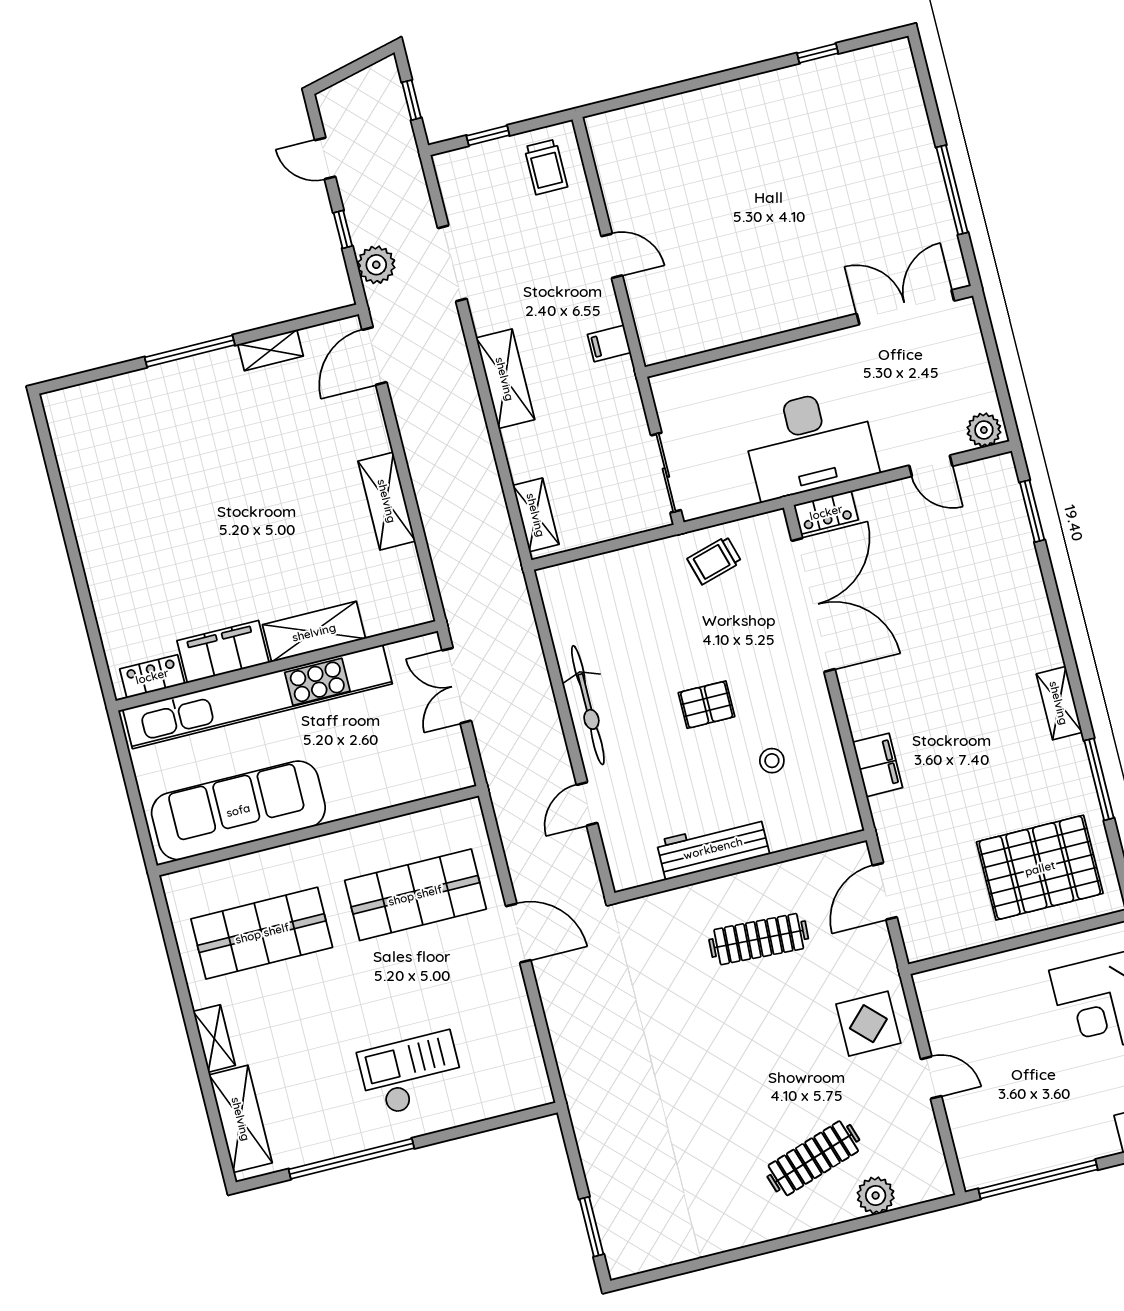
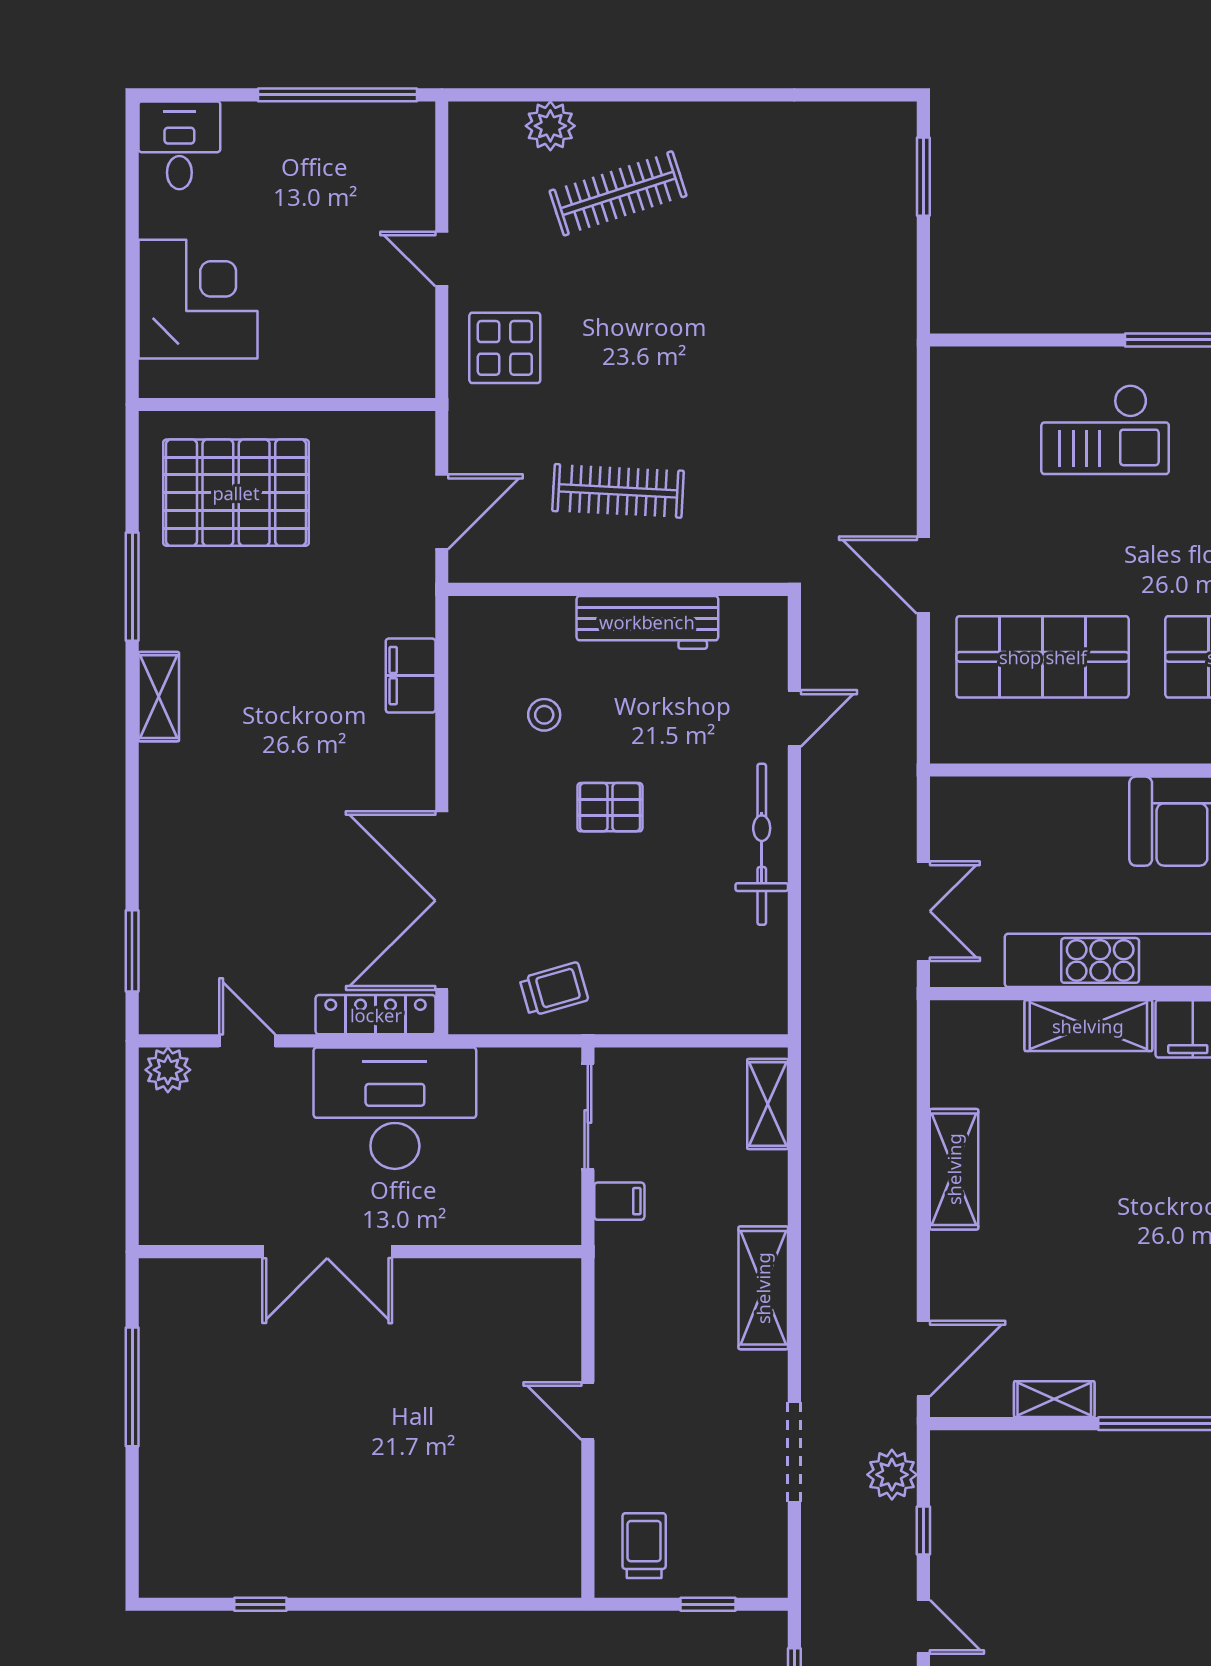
double door: (905, 307) -> (327, 1252), moved
filing cabinet: (609, 343) -> (619, 1201), moved
locker: (826, 512) -> (376, 1015), width x1.53

